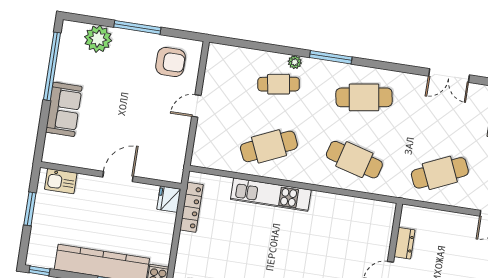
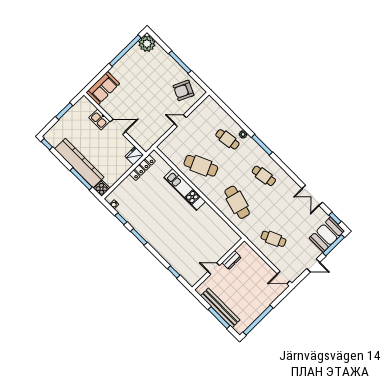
plant: (98, 39) -> (147, 44), moved
armchair: (171, 62) -> (184, 90), turned 115
cafe table: (364, 97) -> (264, 176), width x0.73, depth x0.74
sofa: (64, 109) -> (103, 88), moved
cafe table: (440, 173) -> (273, 239), width x0.73, depth x0.74
kitchen sink: (61, 181) -> (99, 119), moved

